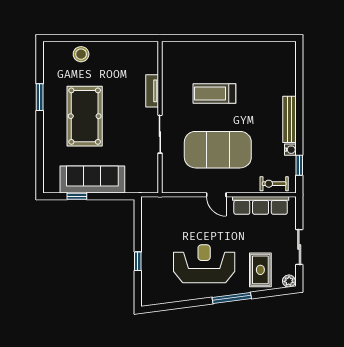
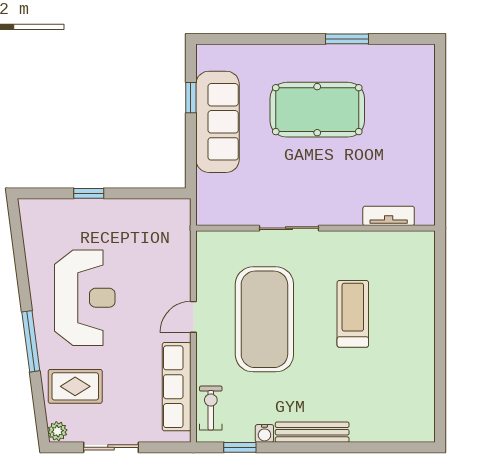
stool: (81, 54) -> (415, 104), removed
tv unit: (152, 91) -> (389, 216), moved

